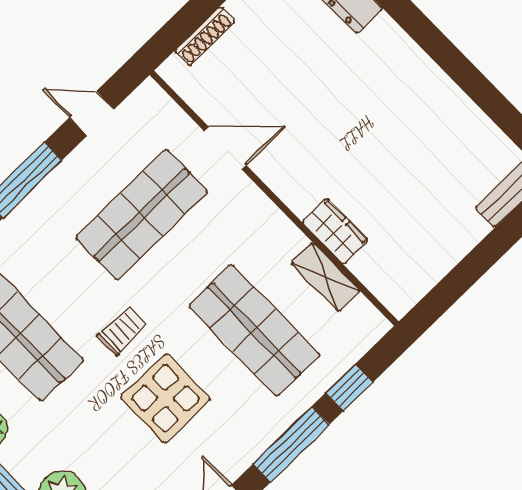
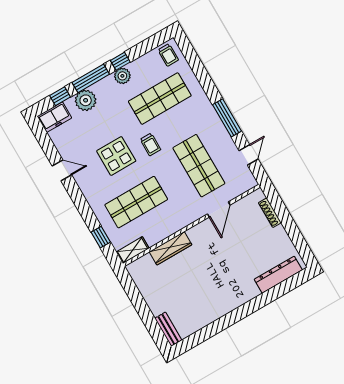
wardrobe: (335, 231) -> (170, 248), width x1.50
shelving: (325, 277) -> (133, 250), moved
window: (291, 444) -> (82, 206), removed

